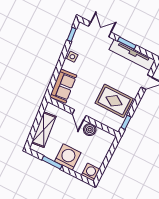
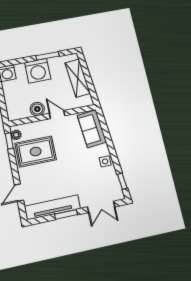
plant: (118, 123) -> (16, 135), added

